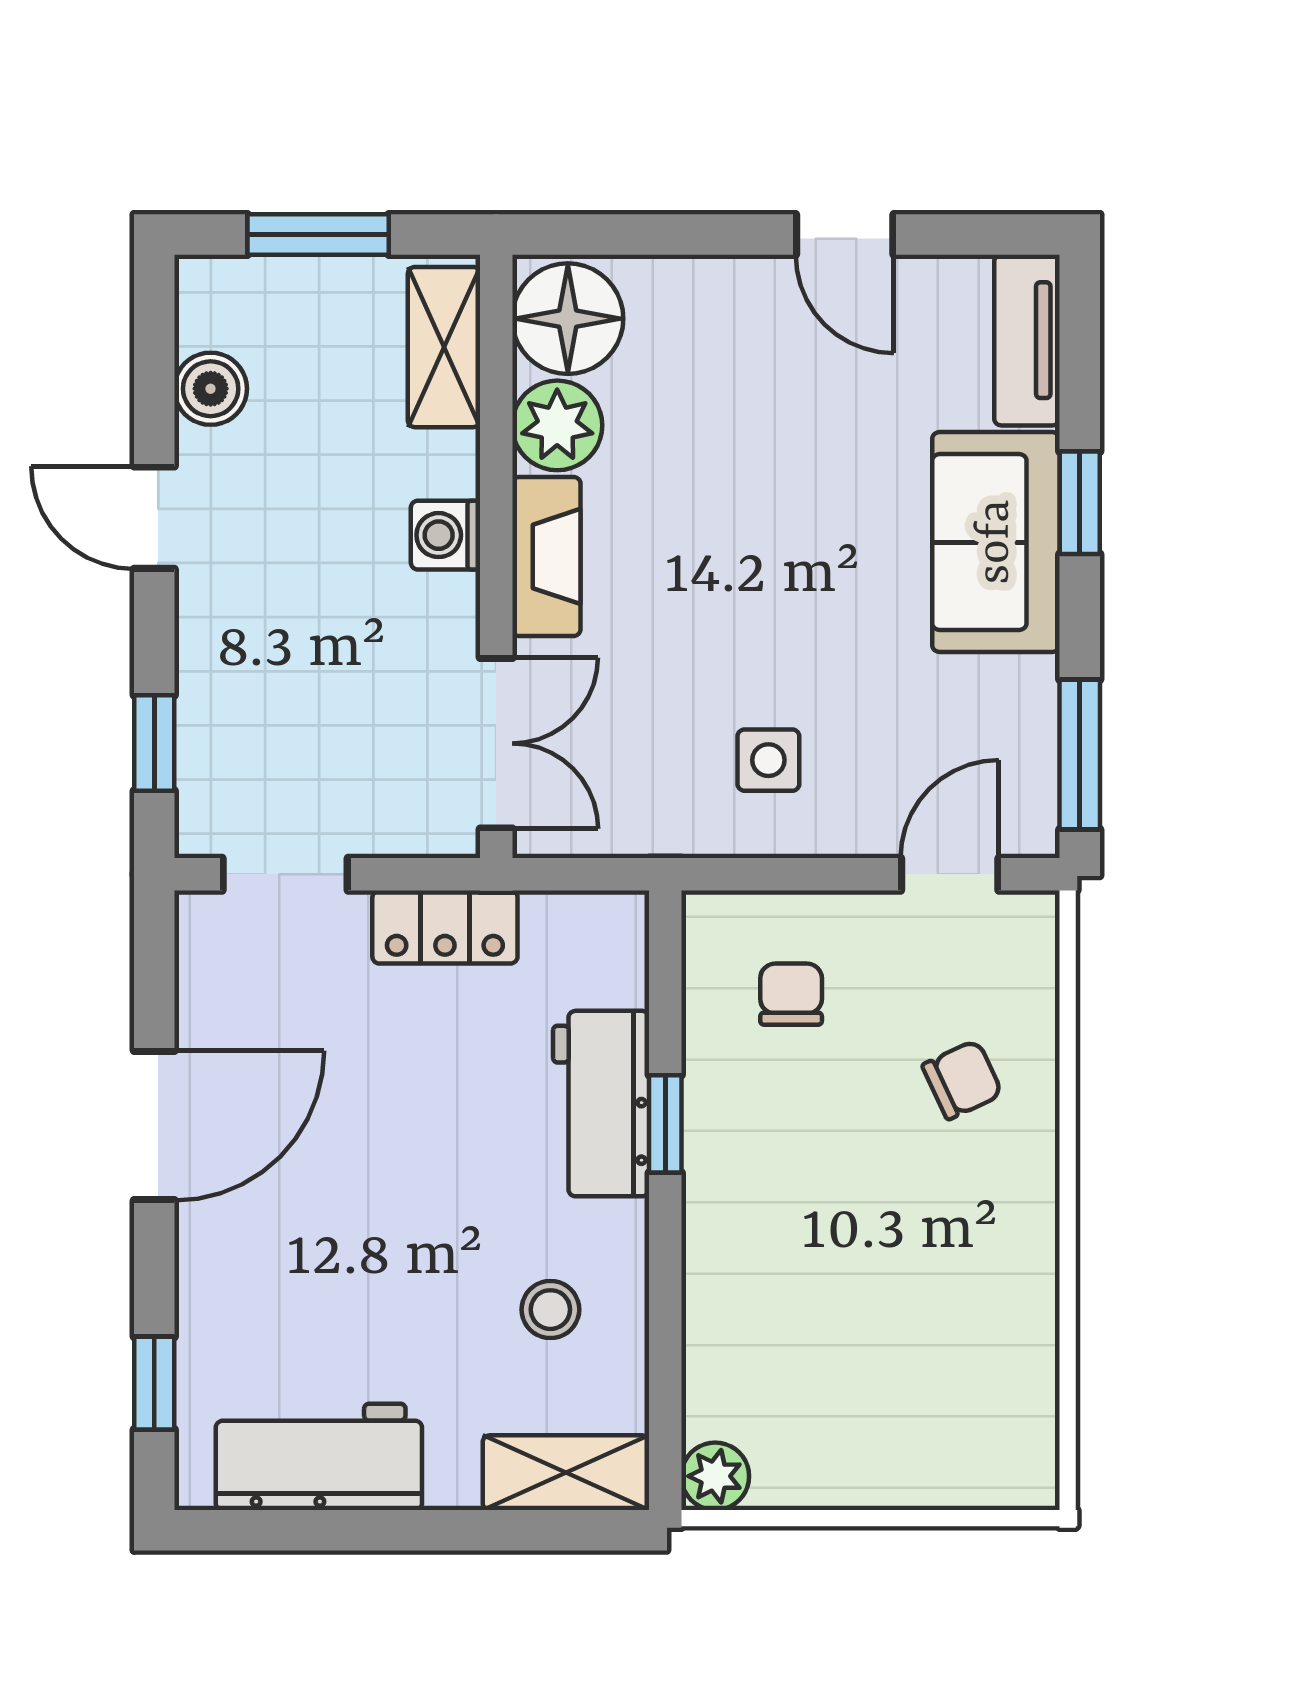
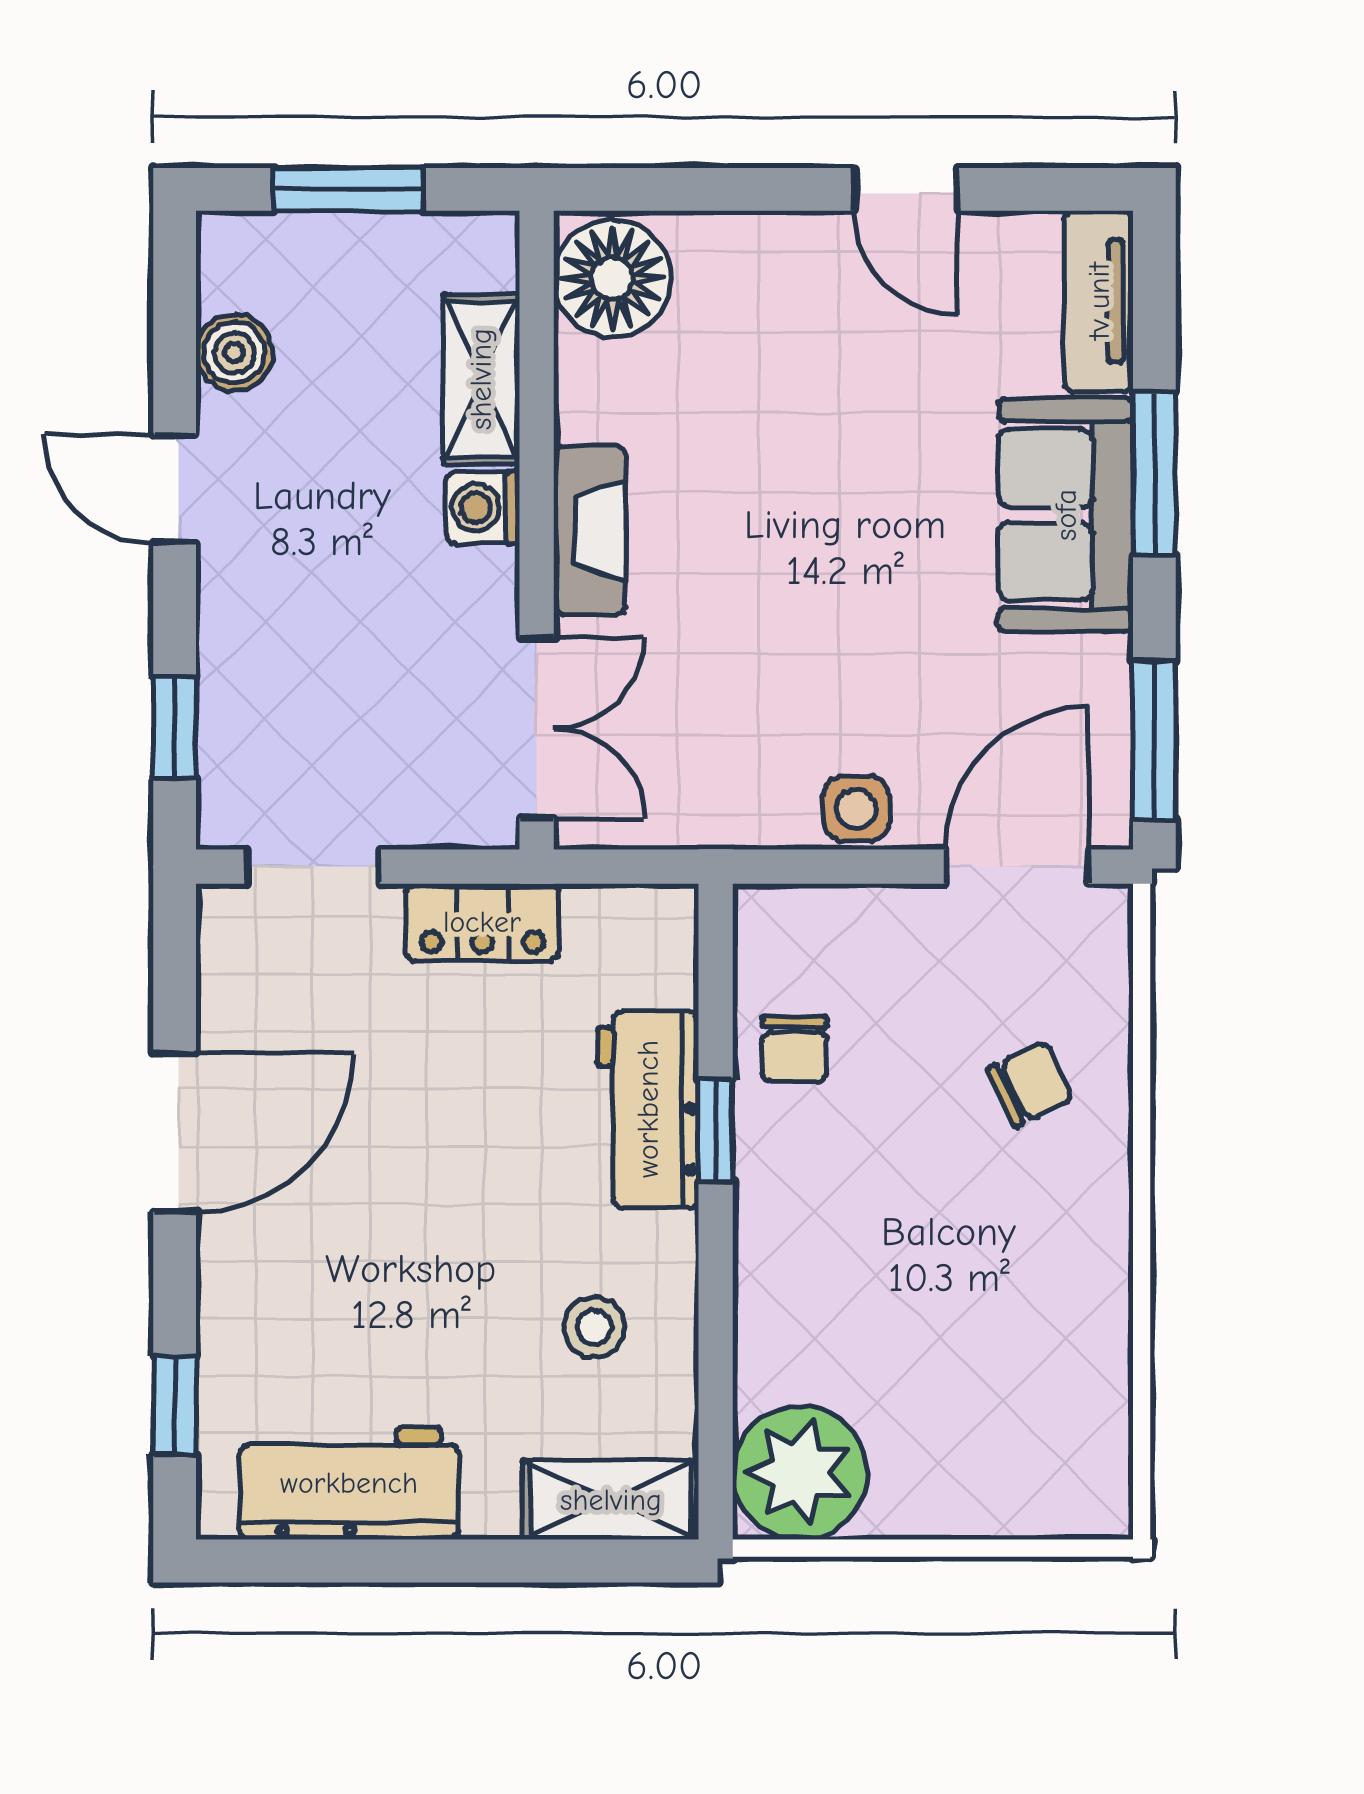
shelving: (444, 347) -> (481, 379), moved
plant: (557, 425) -> (601, 391), removed
window: (1080, 503) -> (1154, 473), width x1.50
side table: (768, 760) -> (856, 809), moved
door: (950, 874) -> (1017, 867), width x1.38
chair: (791, 994) -> (794, 1049), moved, turned 180
plant: (715, 1476) -> (800, 1473), width x1.88, depth x1.88

